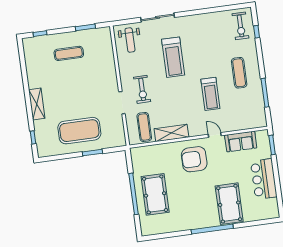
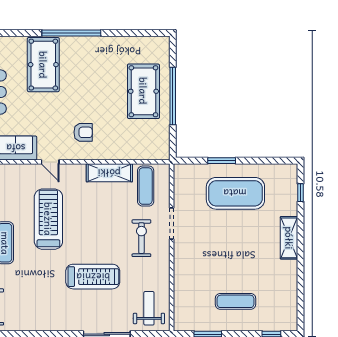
treadmill: (173, 57) -> (93, 277), turned 90
treadmill: (210, 94) -> (48, 219), width x1.37, depth x1.37
armchair: (194, 159) -> (83, 132), width x0.53, depth x0.53

